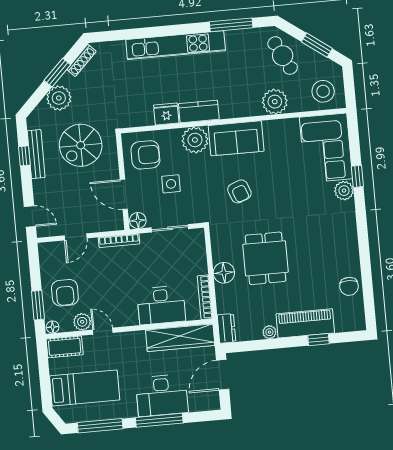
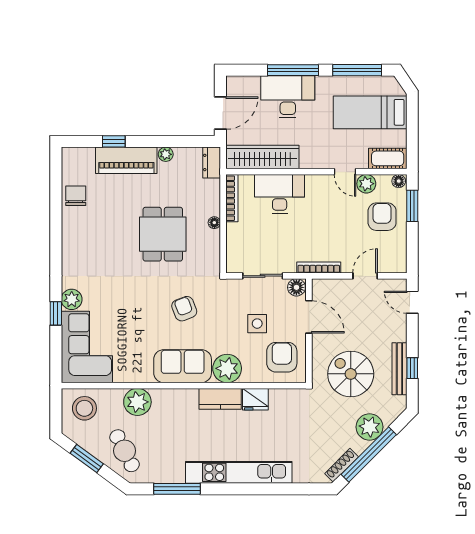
window: (57, 73) -> (369, 454), width x2.11
spiral stairs: (81, 145) -> (351, 374), turned -90
armchair: (145, 155) -> (282, 357), turned 90
floor lamp: (224, 273) -> (214, 223), width x0.53, depth x0.53

